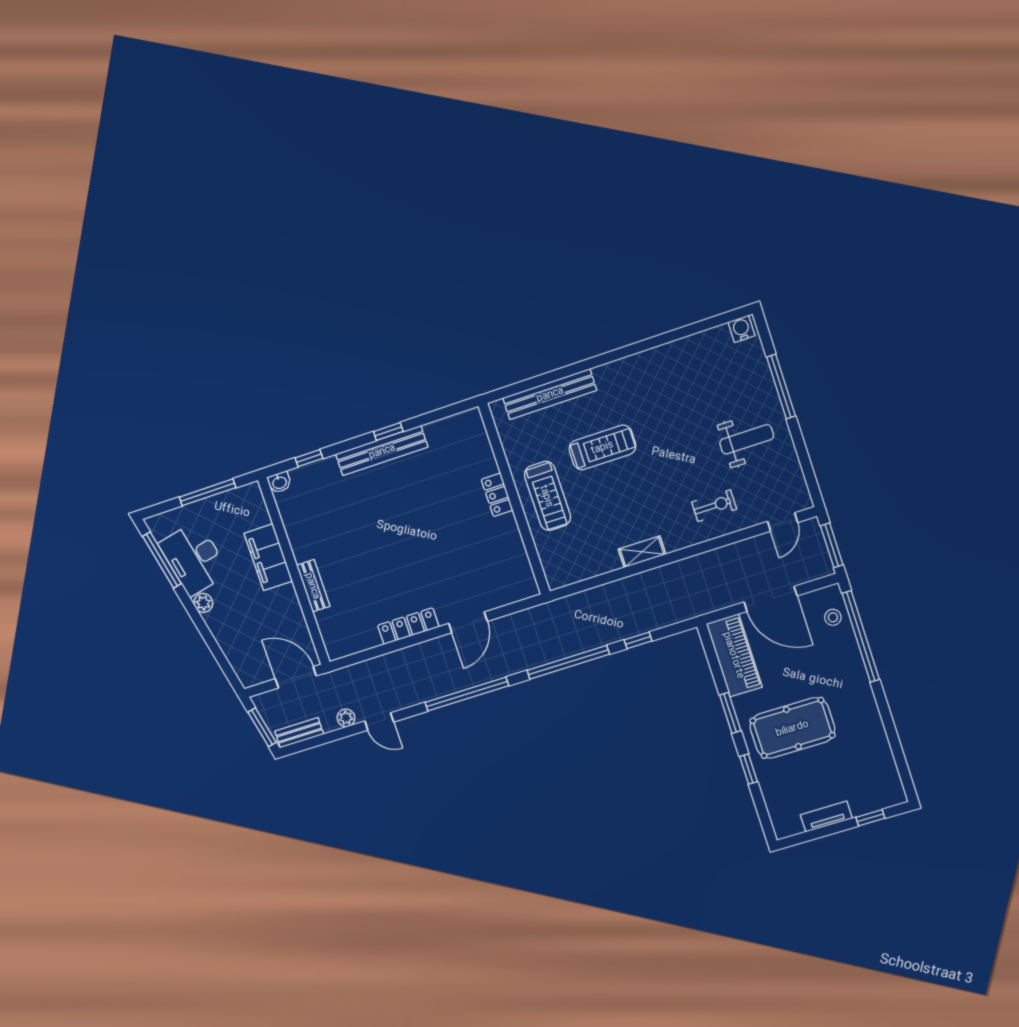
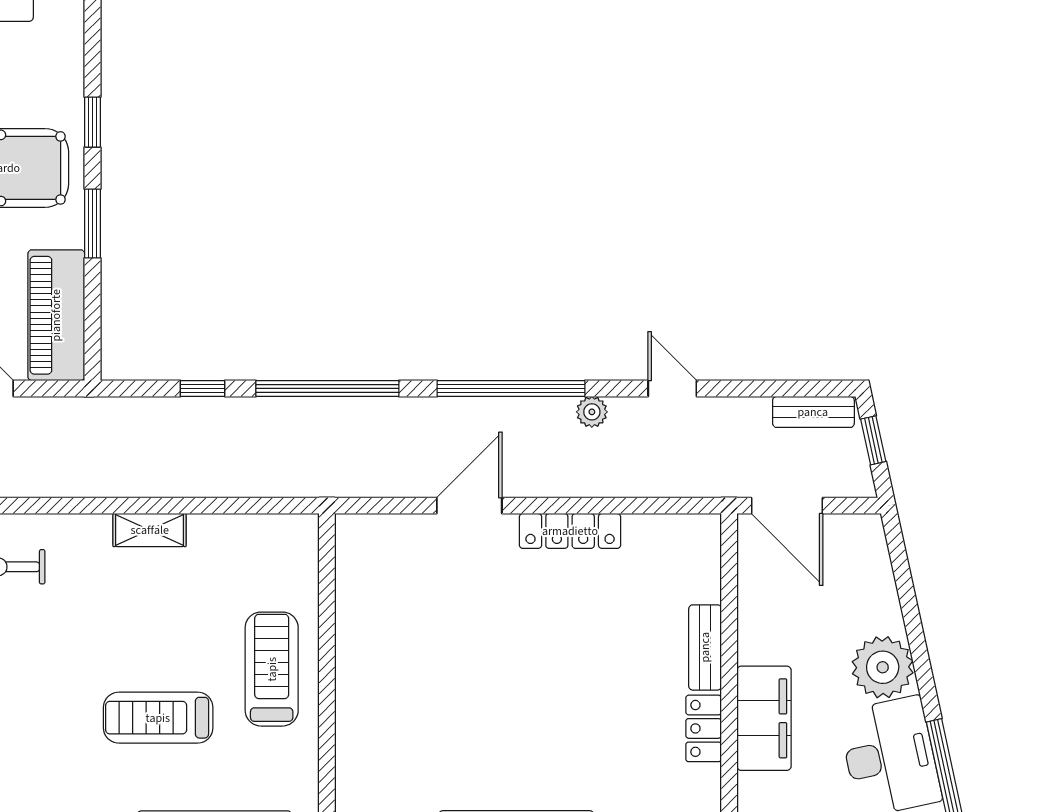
locker: (497, 495) -> (704, 728), moved, turned 180
plant: (203, 603) -> (883, 667), width x1.88, depth x1.88
plant: (346, 718) -> (592, 412), moved
window: (262, 727) -> (873, 440), width x0.67

